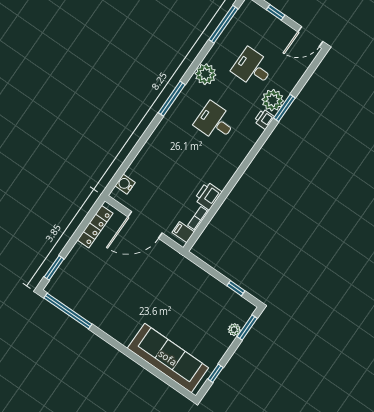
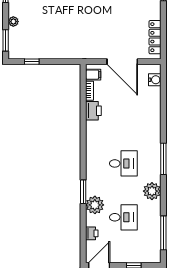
window: (284, 108) -> (83, 192), moved
printer: (264, 119) -> (92, 233), moved
door: (145, 225) -> (122, 62), swing flipped
plant: (234, 330) -> (13, 22), moved

